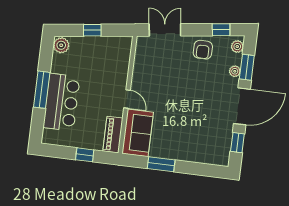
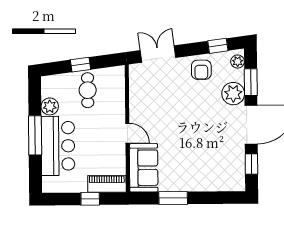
plant: (61, 45) -> (50, 106), moved
cafe table: (96, 55) -> (88, 90), added
plant: (235, 71) -> (233, 94), width x1.88, depth x1.88
piano: (113, 135) -> (107, 184), moved, turned 90

